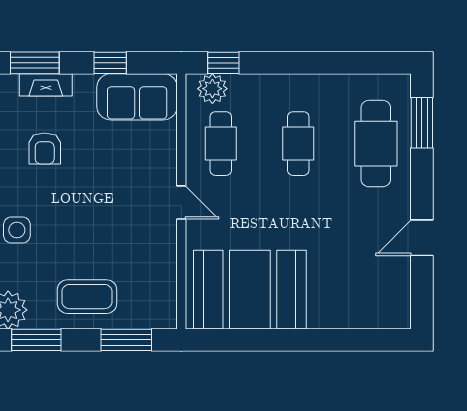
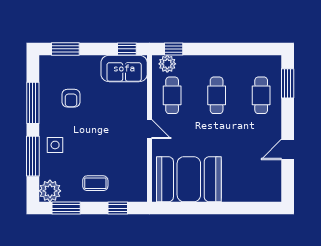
window: (110, 63) -> (127, 49), moved
fireplace: (46, 85) -> (72, 62), removed
cafe table: (376, 144) -> (261, 95), width x0.73, depth x0.74
coffee table: (87, 297) -> (95, 183), width x0.73, depth x0.77
window: (126, 340) -> (118, 208), width x0.67

